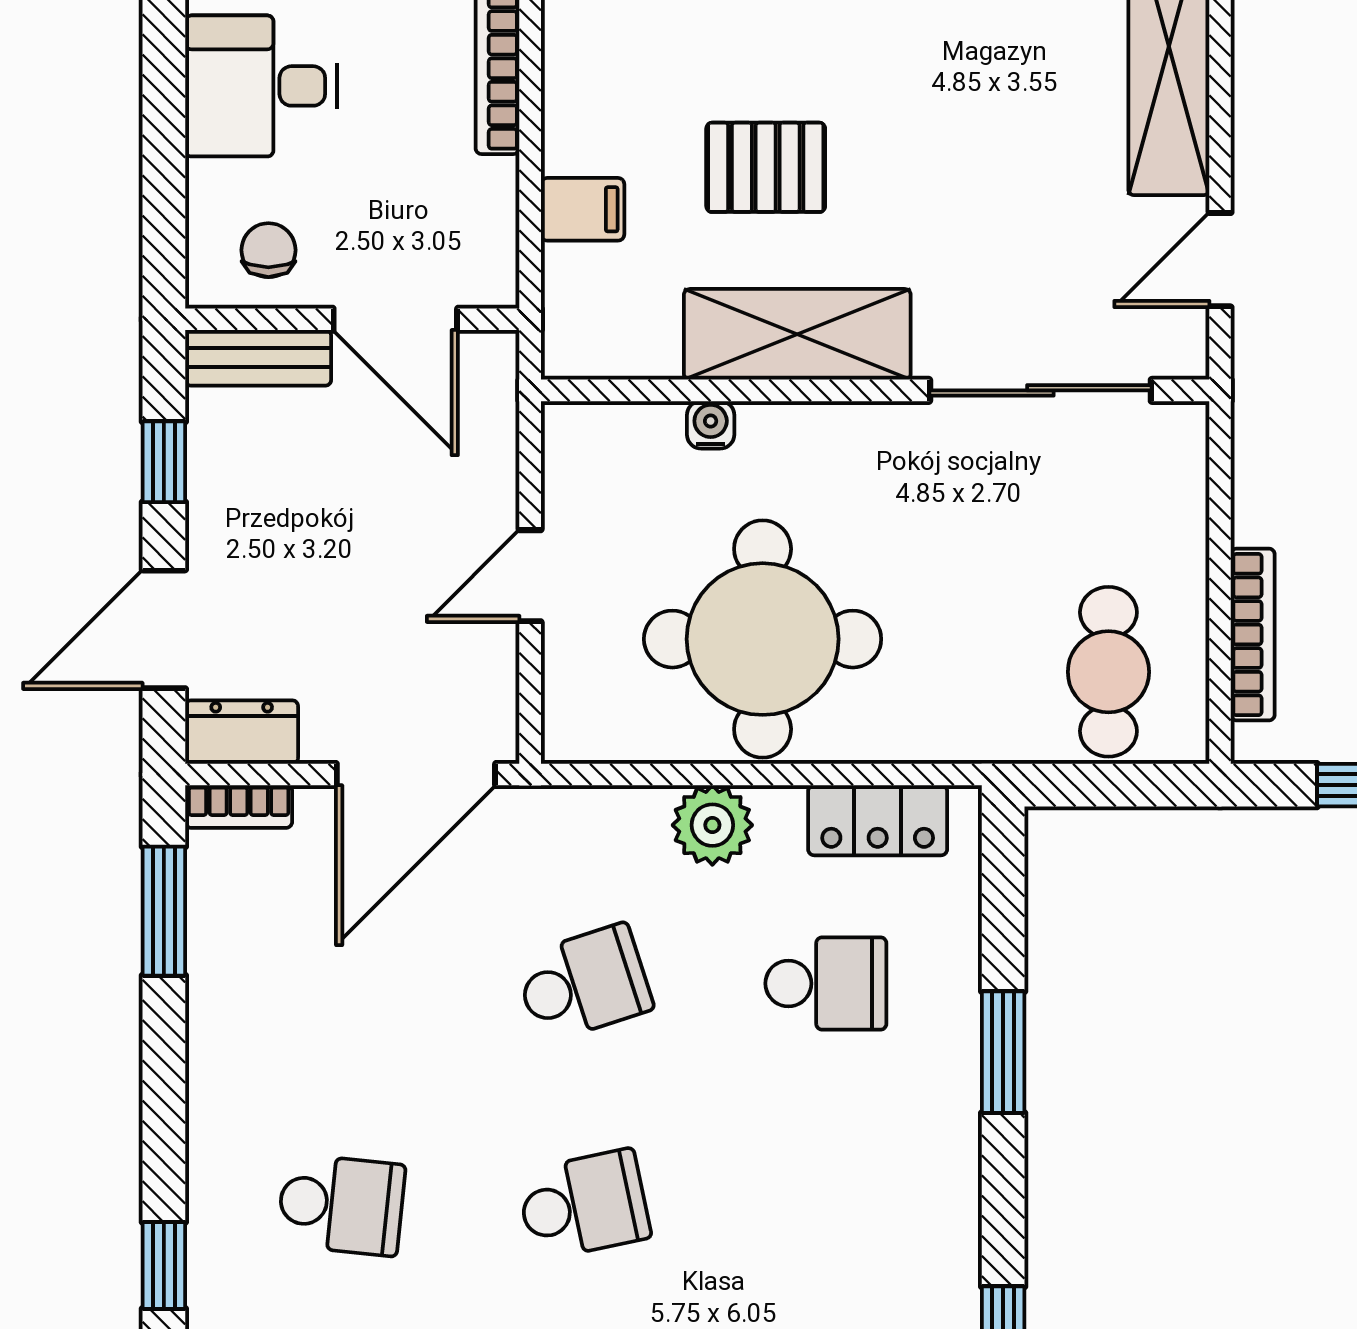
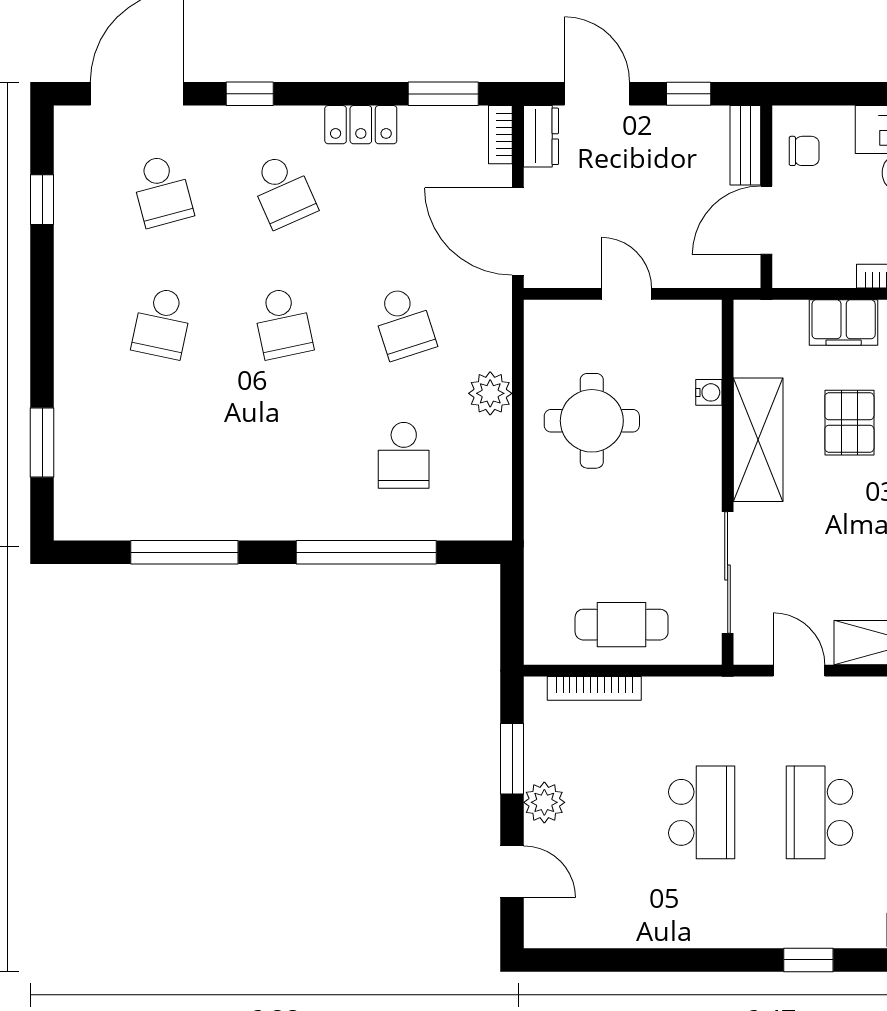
filing cabinet: (583, 209) -> (844, 322), width x2.00
round table: (763, 639) -> (592, 421), width x0.73, depth x0.73
cafe table: (1108, 672) -> (622, 625), moved
locker: (878, 820) -> (361, 125), moved, turned -90
window: (1003, 1052) -> (366, 552), width x2.11
school desk: (341, 1205) -> (283, 191), turned -30

